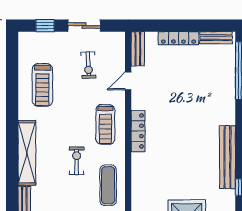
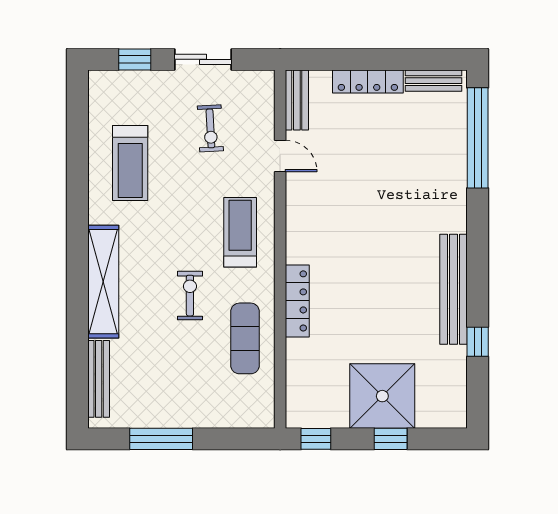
door: (128, 81) -> (280, 156), swing flipped
treadmill: (105, 125) -> (240, 232), turned 180
locker: (138, 131) -> (297, 301), moved

